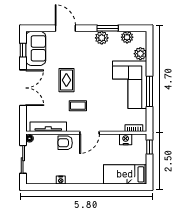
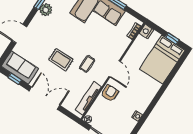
nightstand: (126, 139) -> (146, 32), moved
armchair: (65, 143) -> (110, 93), turned 180
window: (150, 147) -> (172, 39), moved
bed: (125, 174) -> (162, 60), width x1.50

